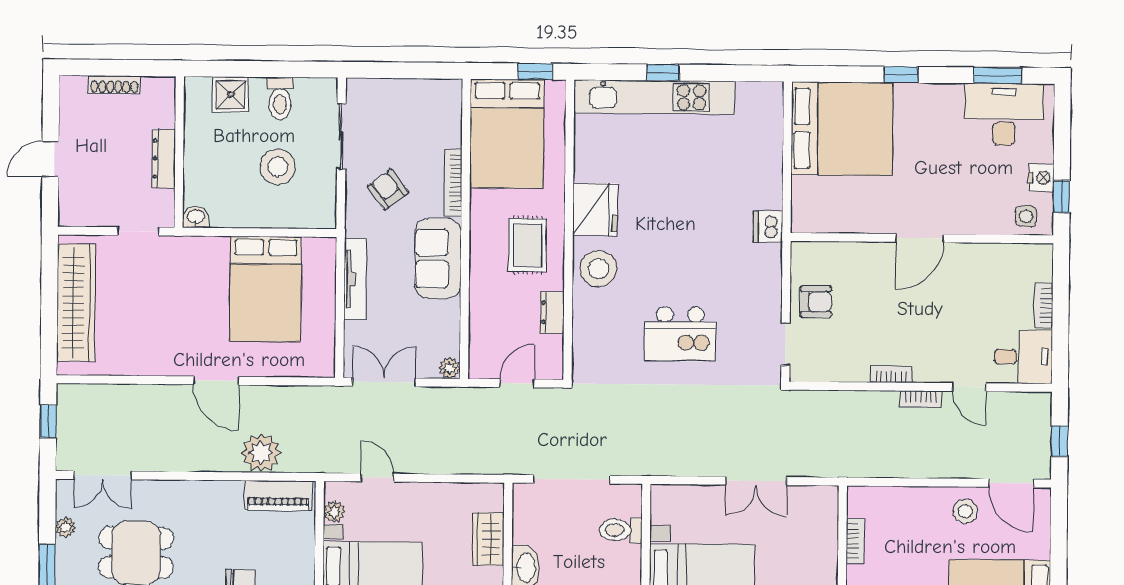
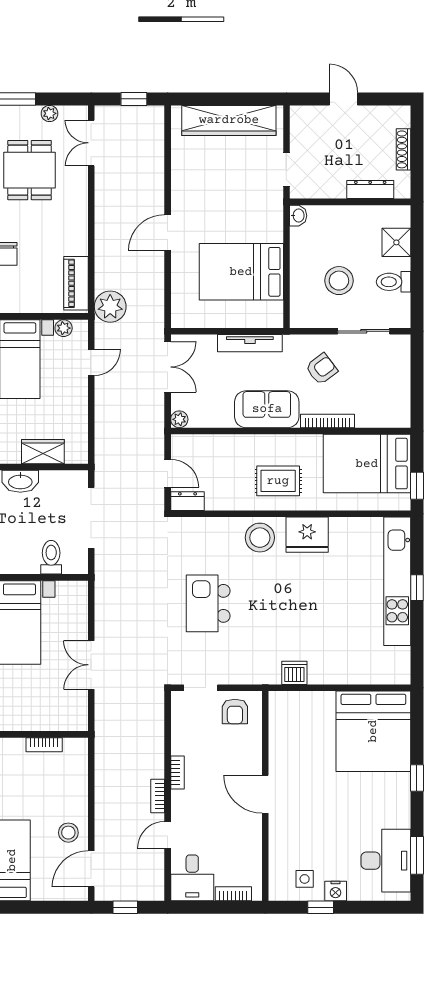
dresser: (164, 159) -> (370, 189), moved
door: (920, 238) -> (265, 794), moved
wall: (922, 238) -> (265, 796), moved
dresser: (552, 312) -> (188, 501), moved
plant: (261, 453) -> (110, 307), moved

